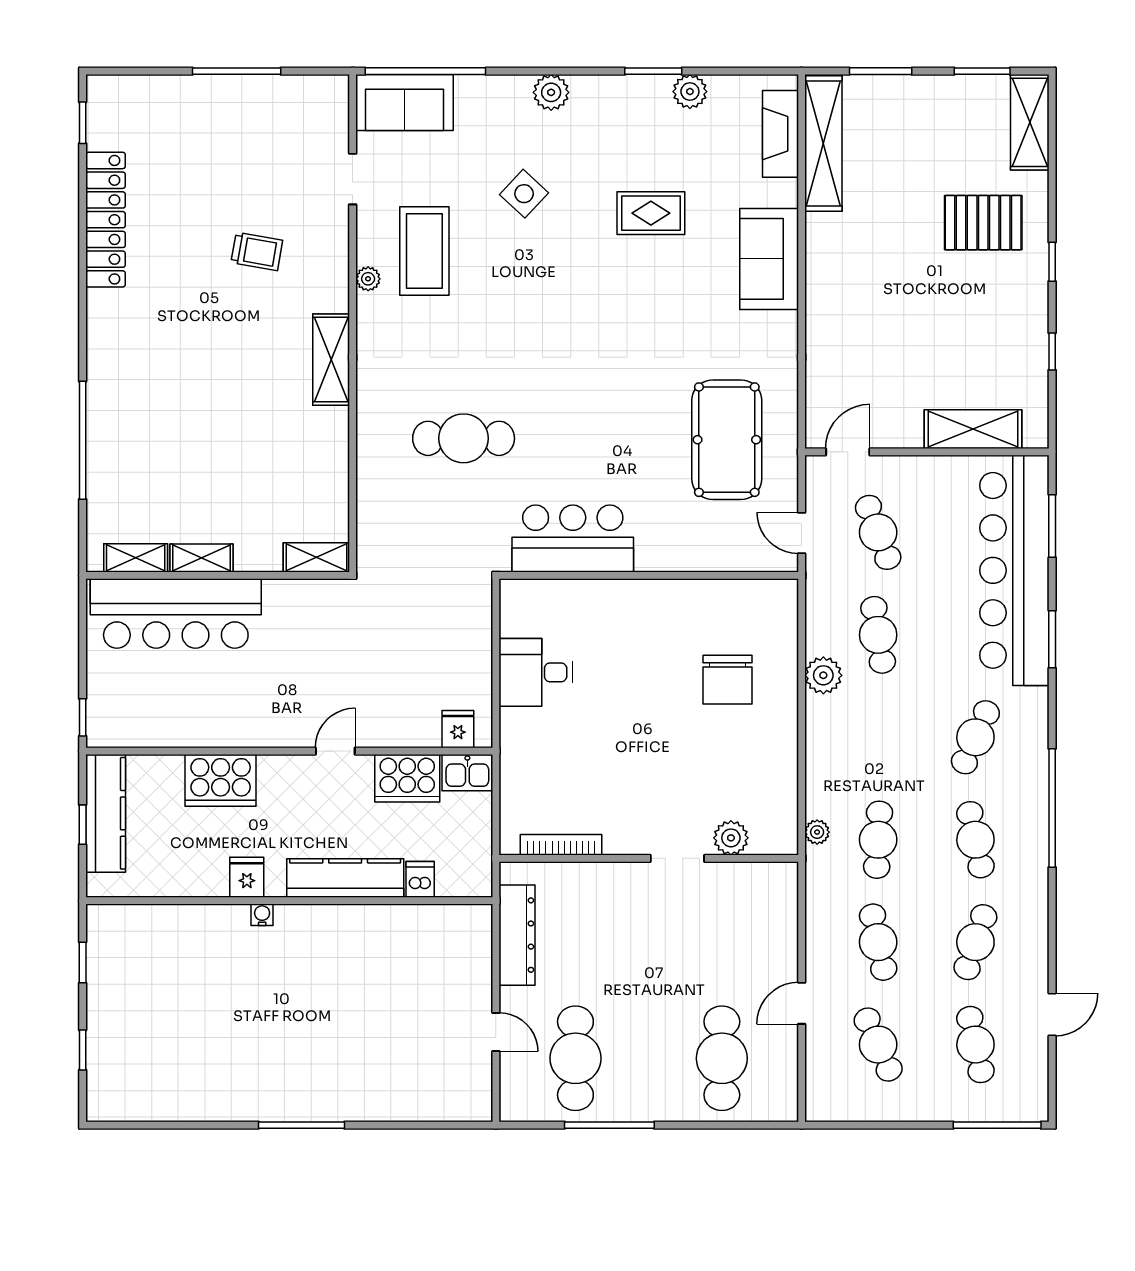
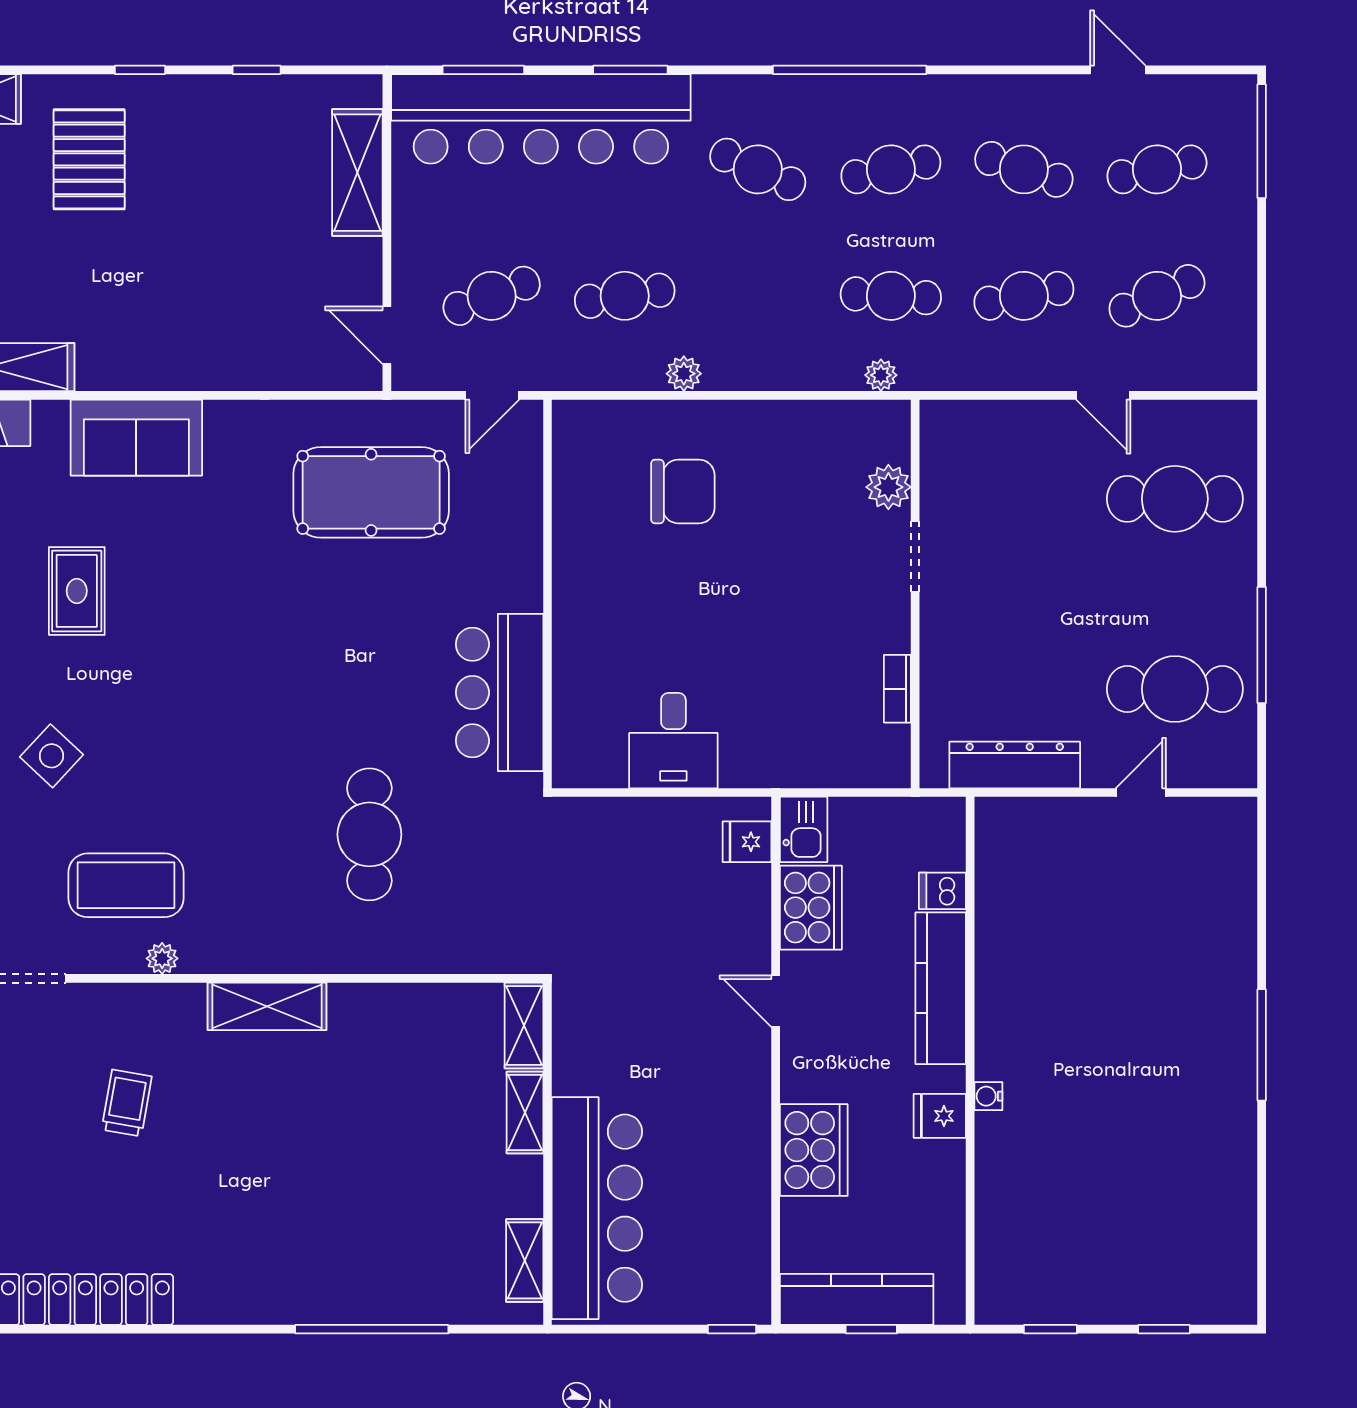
shelving: (201, 558) -> (525, 1113), moved
plant: (823, 675) -> (684, 374), width x0.73, depth x0.73
bookcase: (561, 845) -> (897, 689), width x0.64

